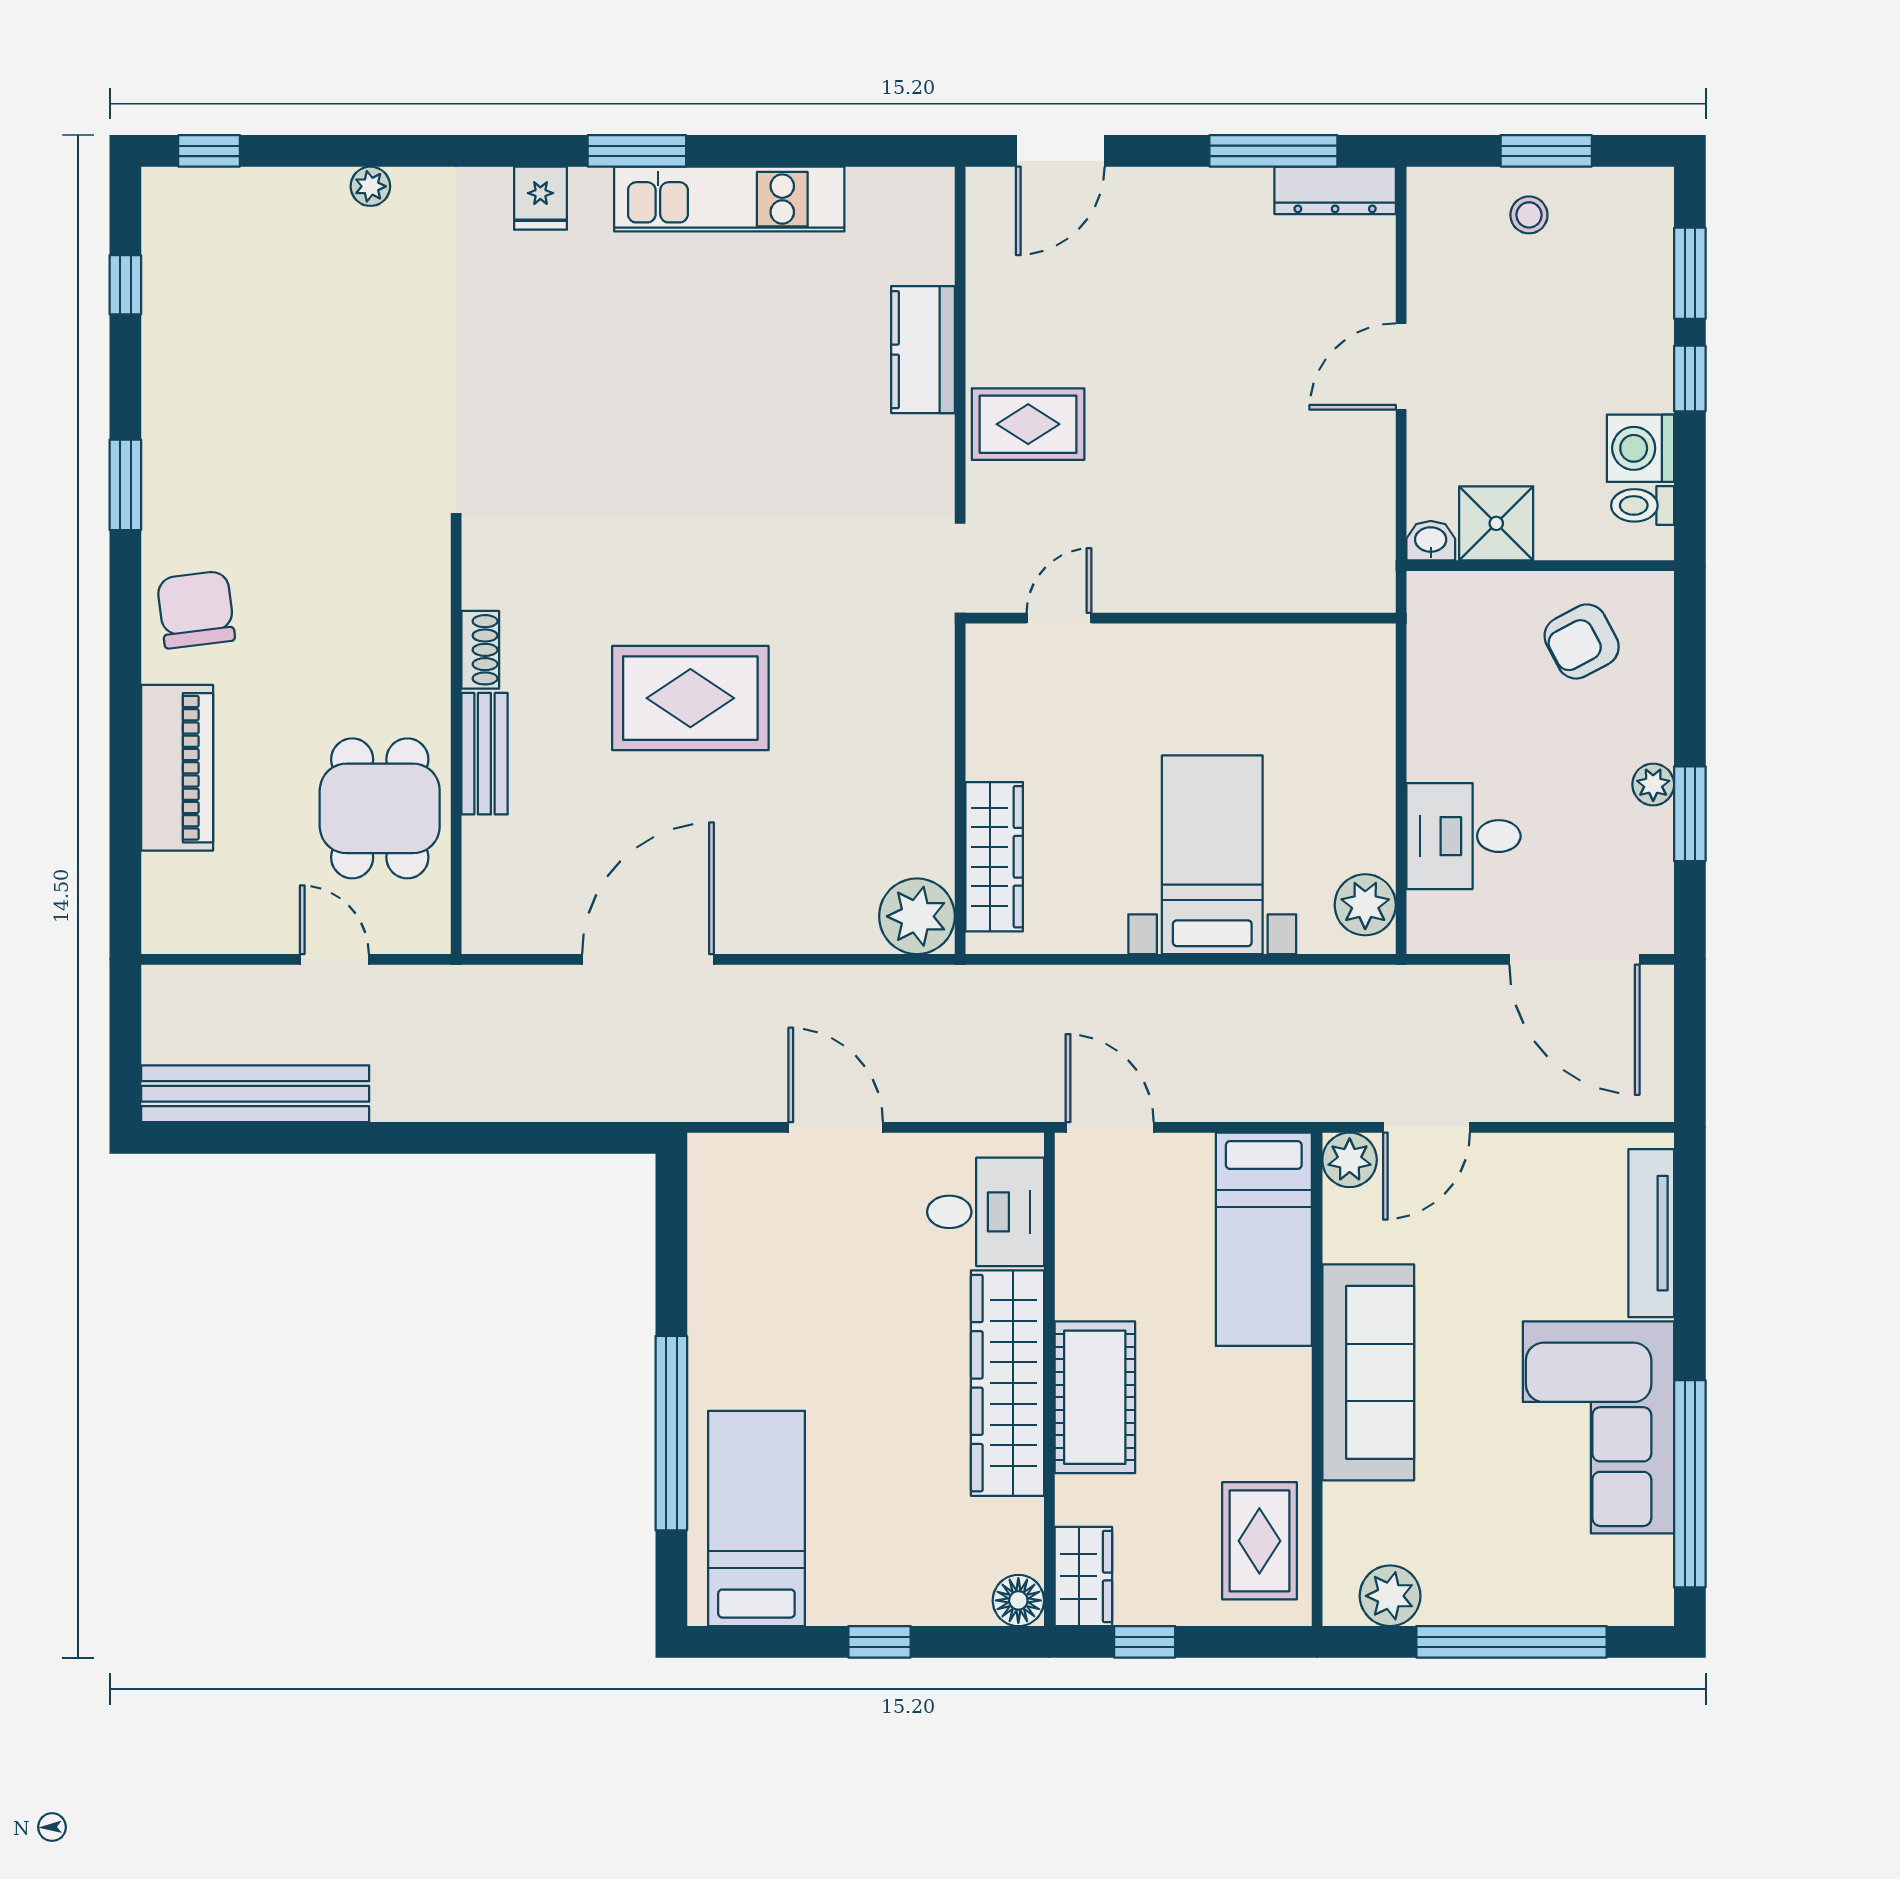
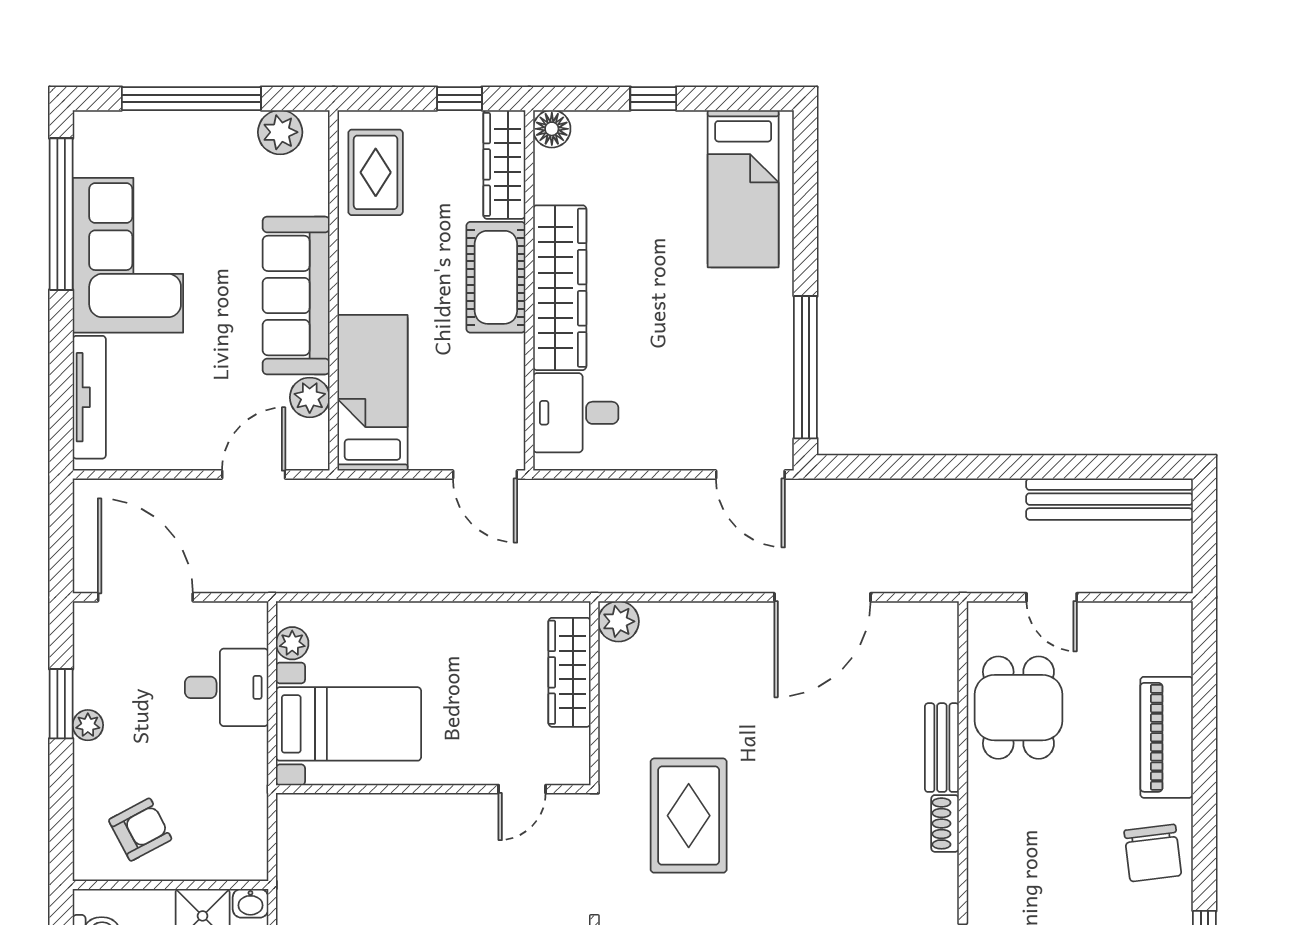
door: (1059, 618) -> (522, 789), moved
wall: (1181, 618) -> (433, 789), moved
rug: (690, 698) -> (689, 816), moved, turned 90
bed with nightstands: (1212, 855) -> (349, 724), moved, turned -90
plant: (1365, 905) -> (292, 643), width x0.73, depth x0.73
plant: (917, 916) -> (619, 621), width x0.73, depth x0.73
door: (836, 1127) -> (750, 475), moved
plant: (1350, 1160) -> (310, 397), moved
window: (671, 1433) -> (805, 367), moved
wardrobe: (1083, 1576) -> (504, 164), width x1.50

